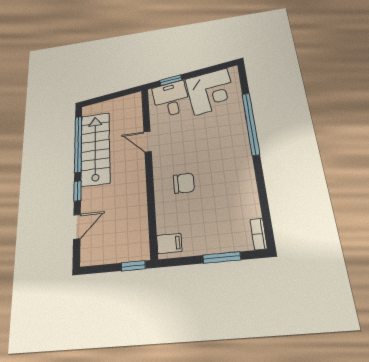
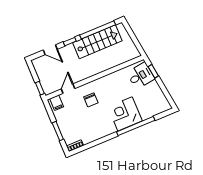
corner desk: (211, 91) -> (125, 114), moved, turned 98
door: (148, 142) -> (68, 89), moved

